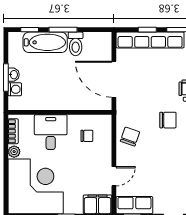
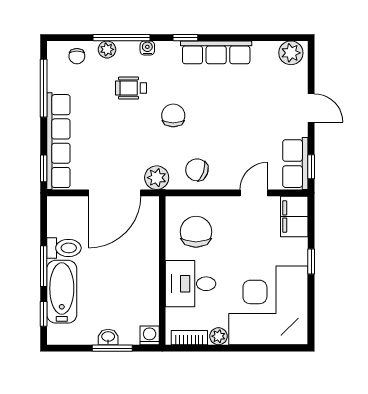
window: (147, 30) -> (44, 168), moved
washing machine: (15, 89) -> (150, 335), moved
plant: (125, 108) -> (157, 178), added
chair: (87, 136) -> (196, 232), width x1.87, depth x1.87
door: (114, 176) -> (254, 193), hinge flipped

